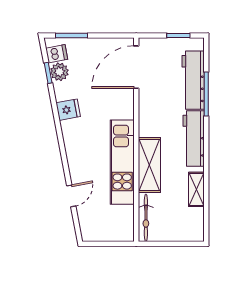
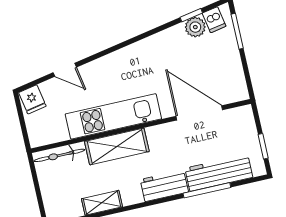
door: (136, 67) -> (199, 113), moved
fridge: (68, 110) -> (32, 99), moved
workbench: (194, 139) -> (164, 186), width x0.73

